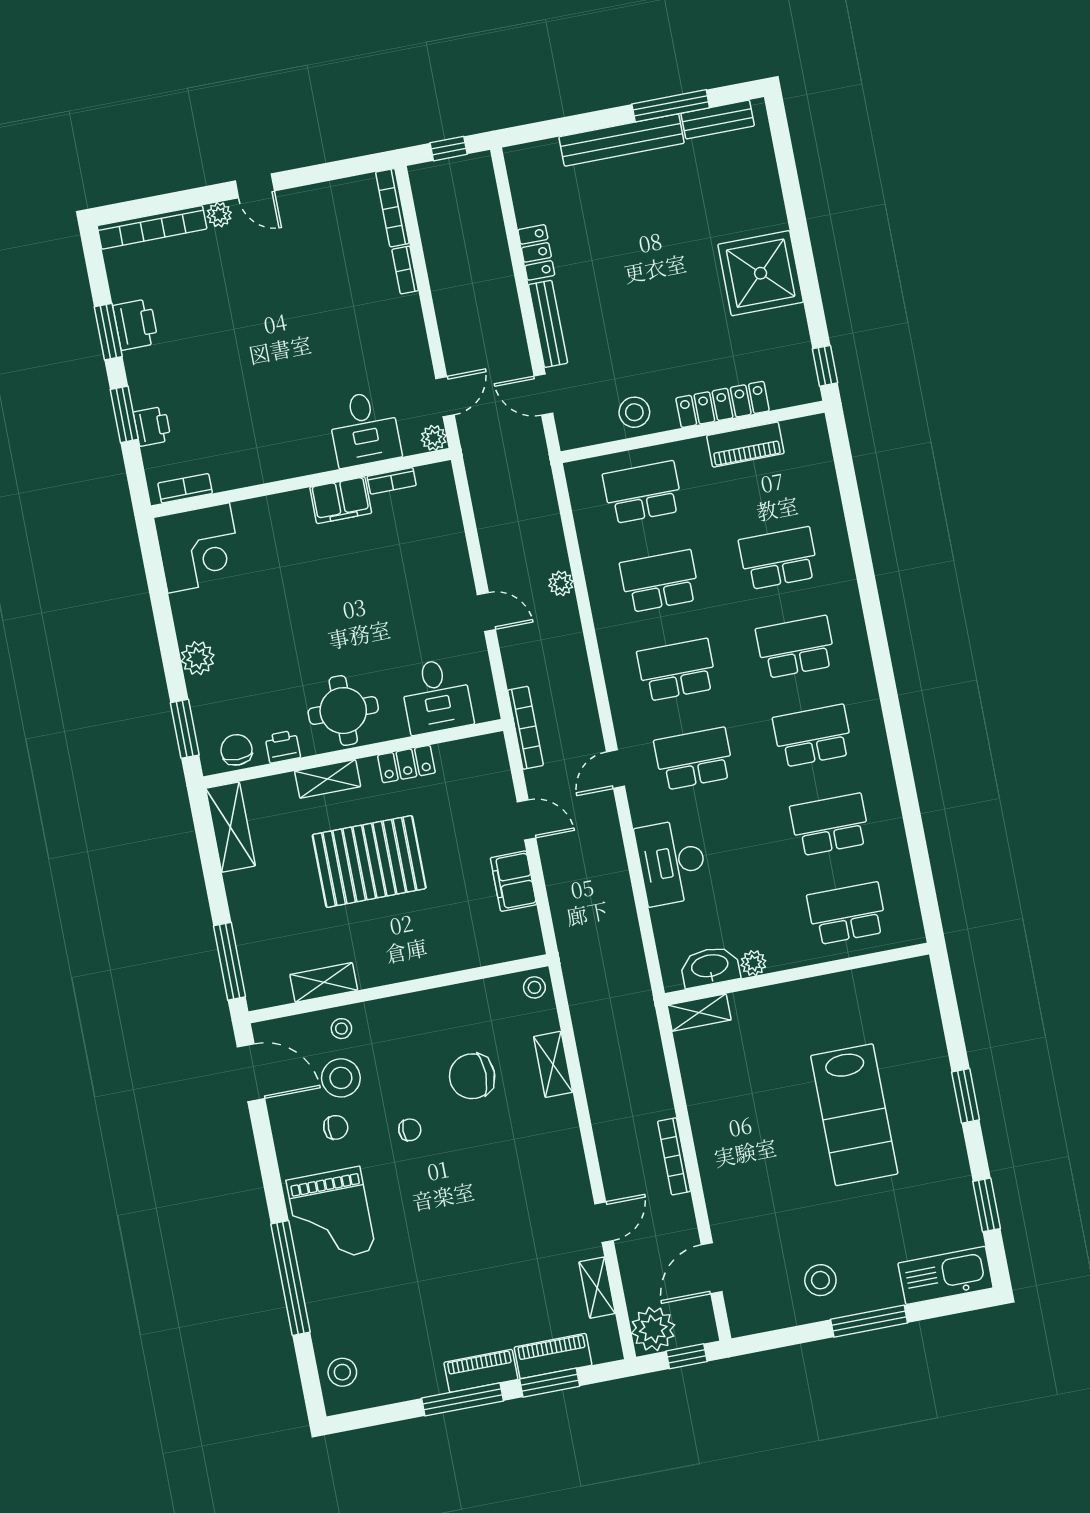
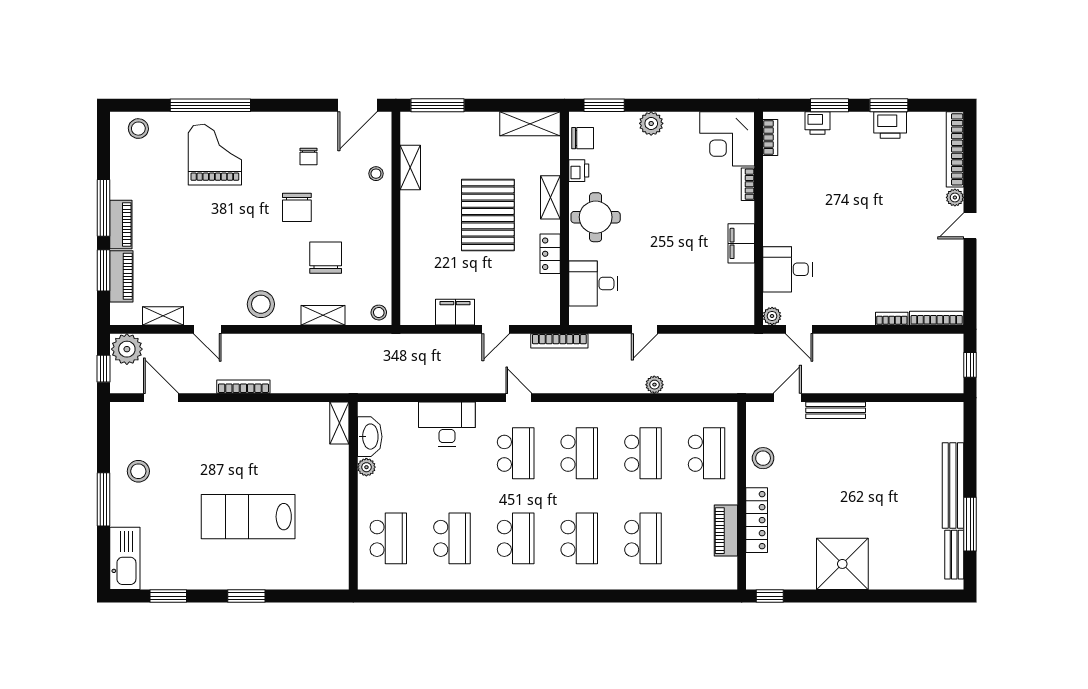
locker: (536, 252) -> (887, 412), removed
bookcase: (392, 481) -> (748, 184), moved
stool: (341, 1078) -> (261, 304), moved
chair: (410, 1130) -> (297, 207), width x1.87, depth x1.87
grand piano: (331, 1215) -> (215, 155), moved, turned 90

